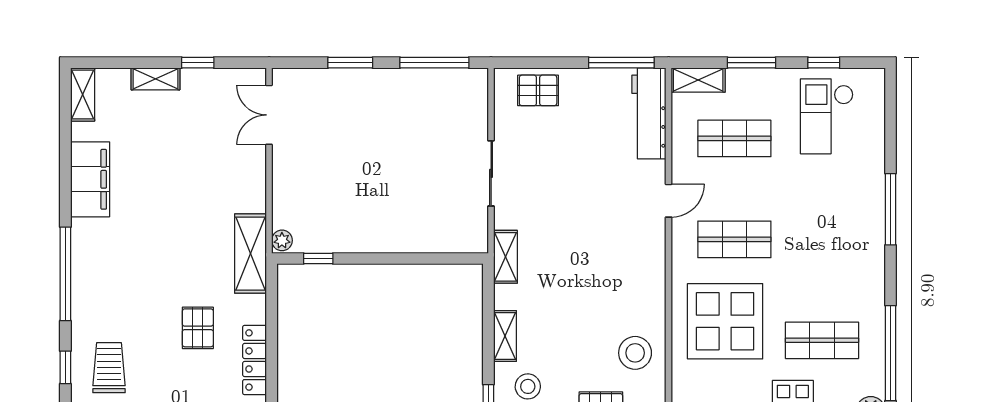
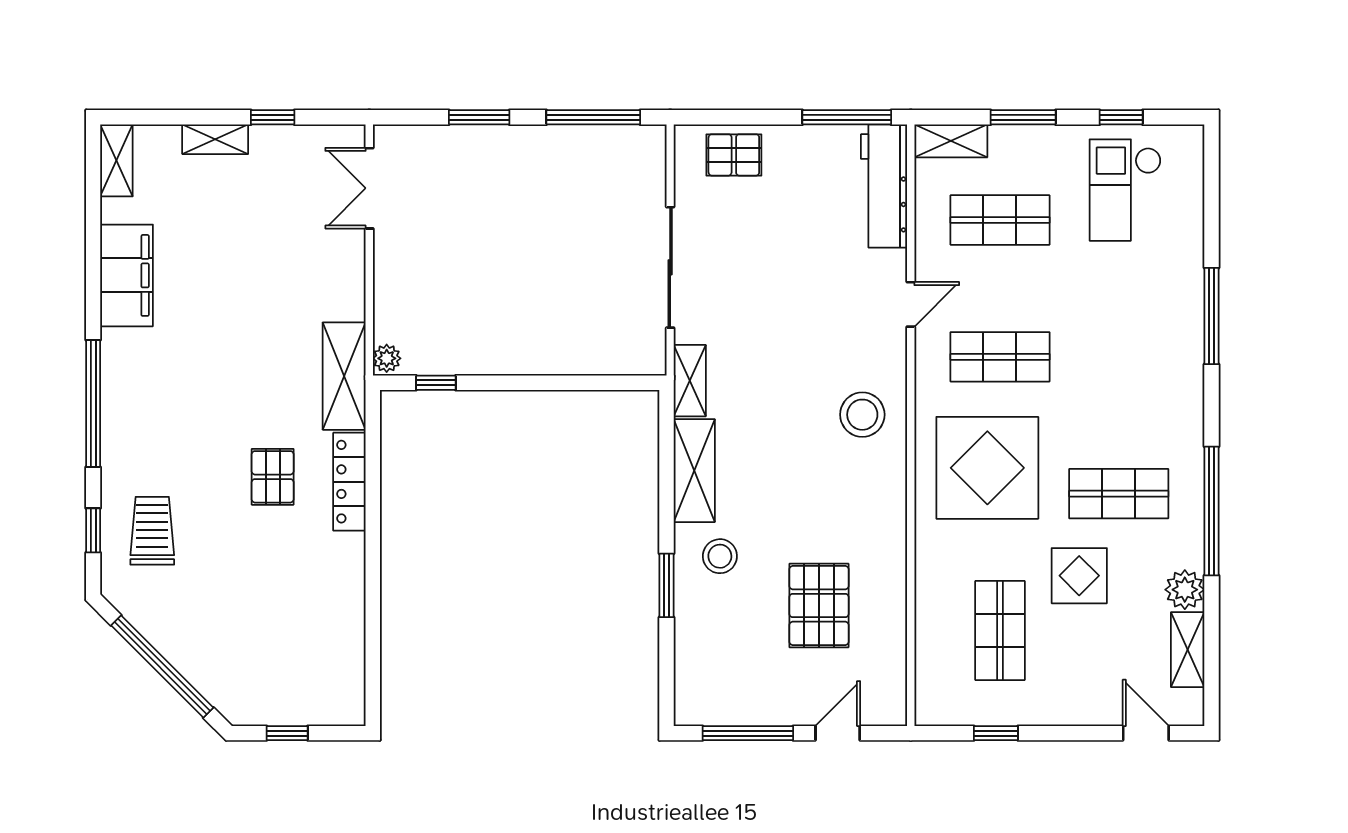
sliding door: (491, 173) -> (670, 267), width x1.37
shelving: (505, 336) -> (694, 471), width x1.50, depth x1.33
stool: (635, 353) -> (862, 415), moved
locker: (254, 360) -> (349, 482), moved

